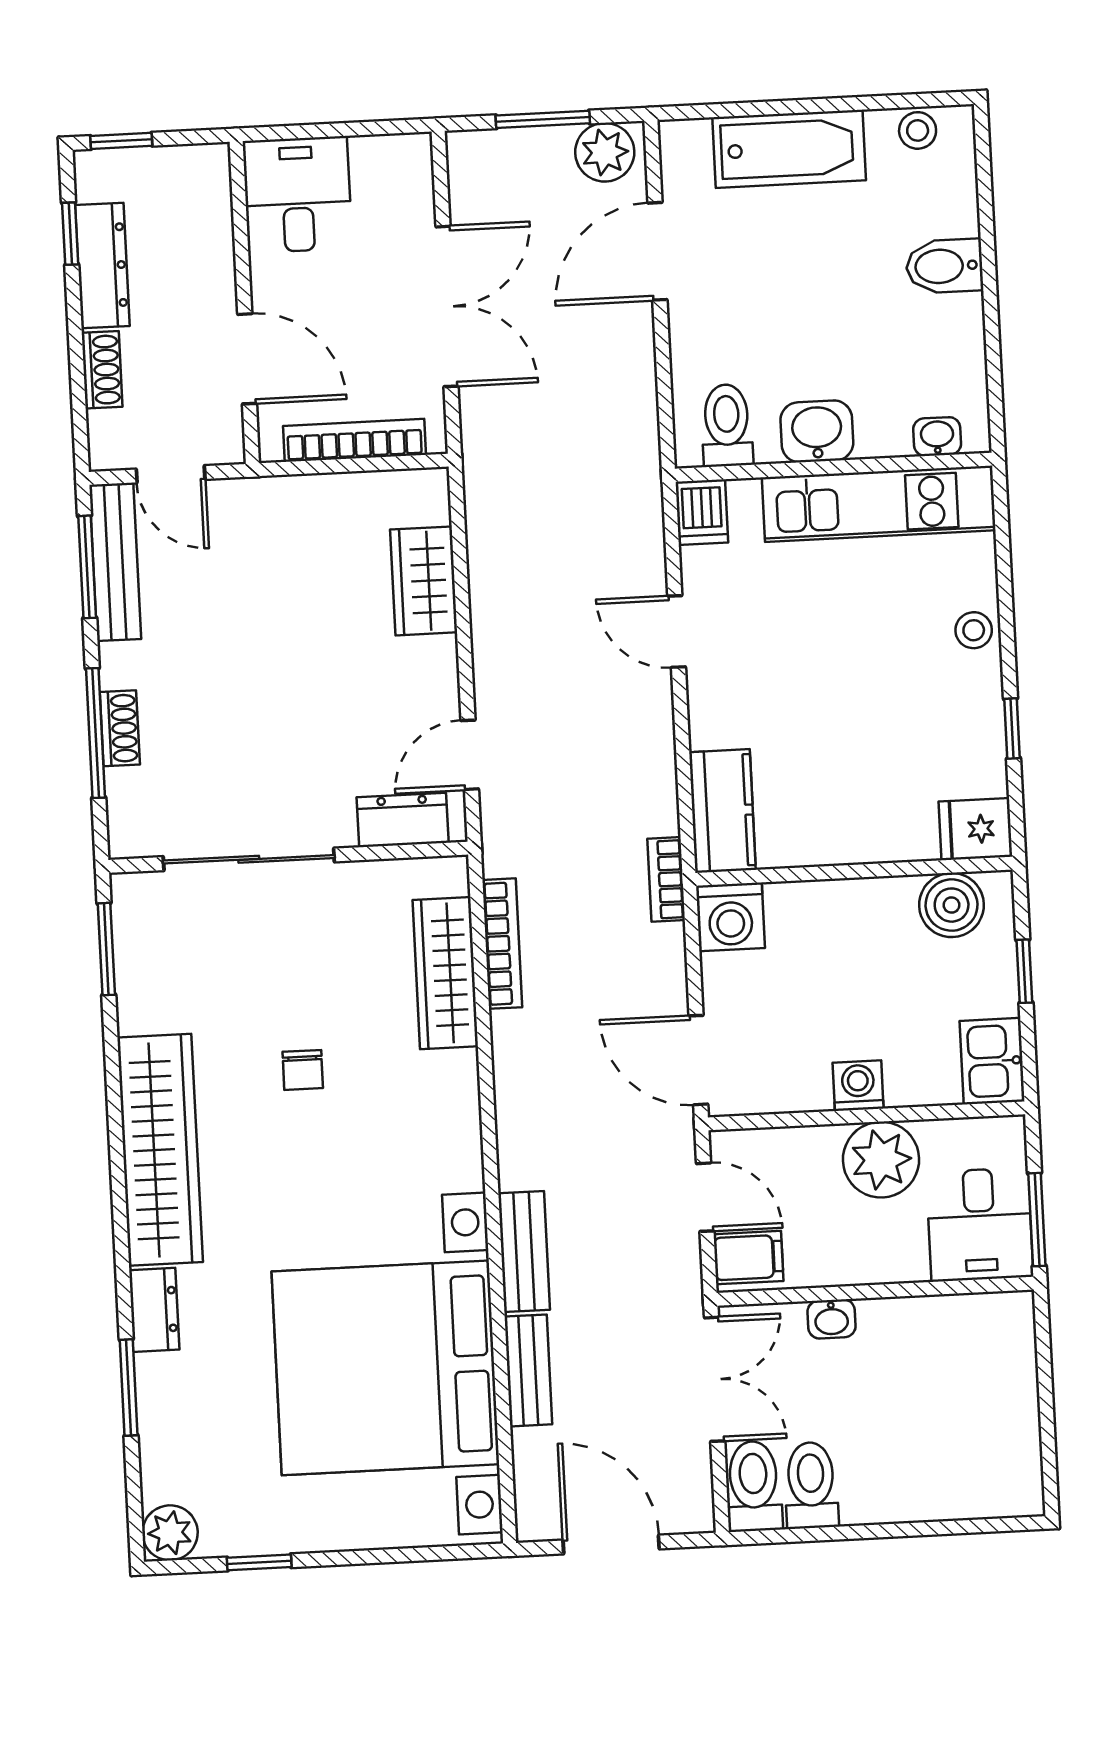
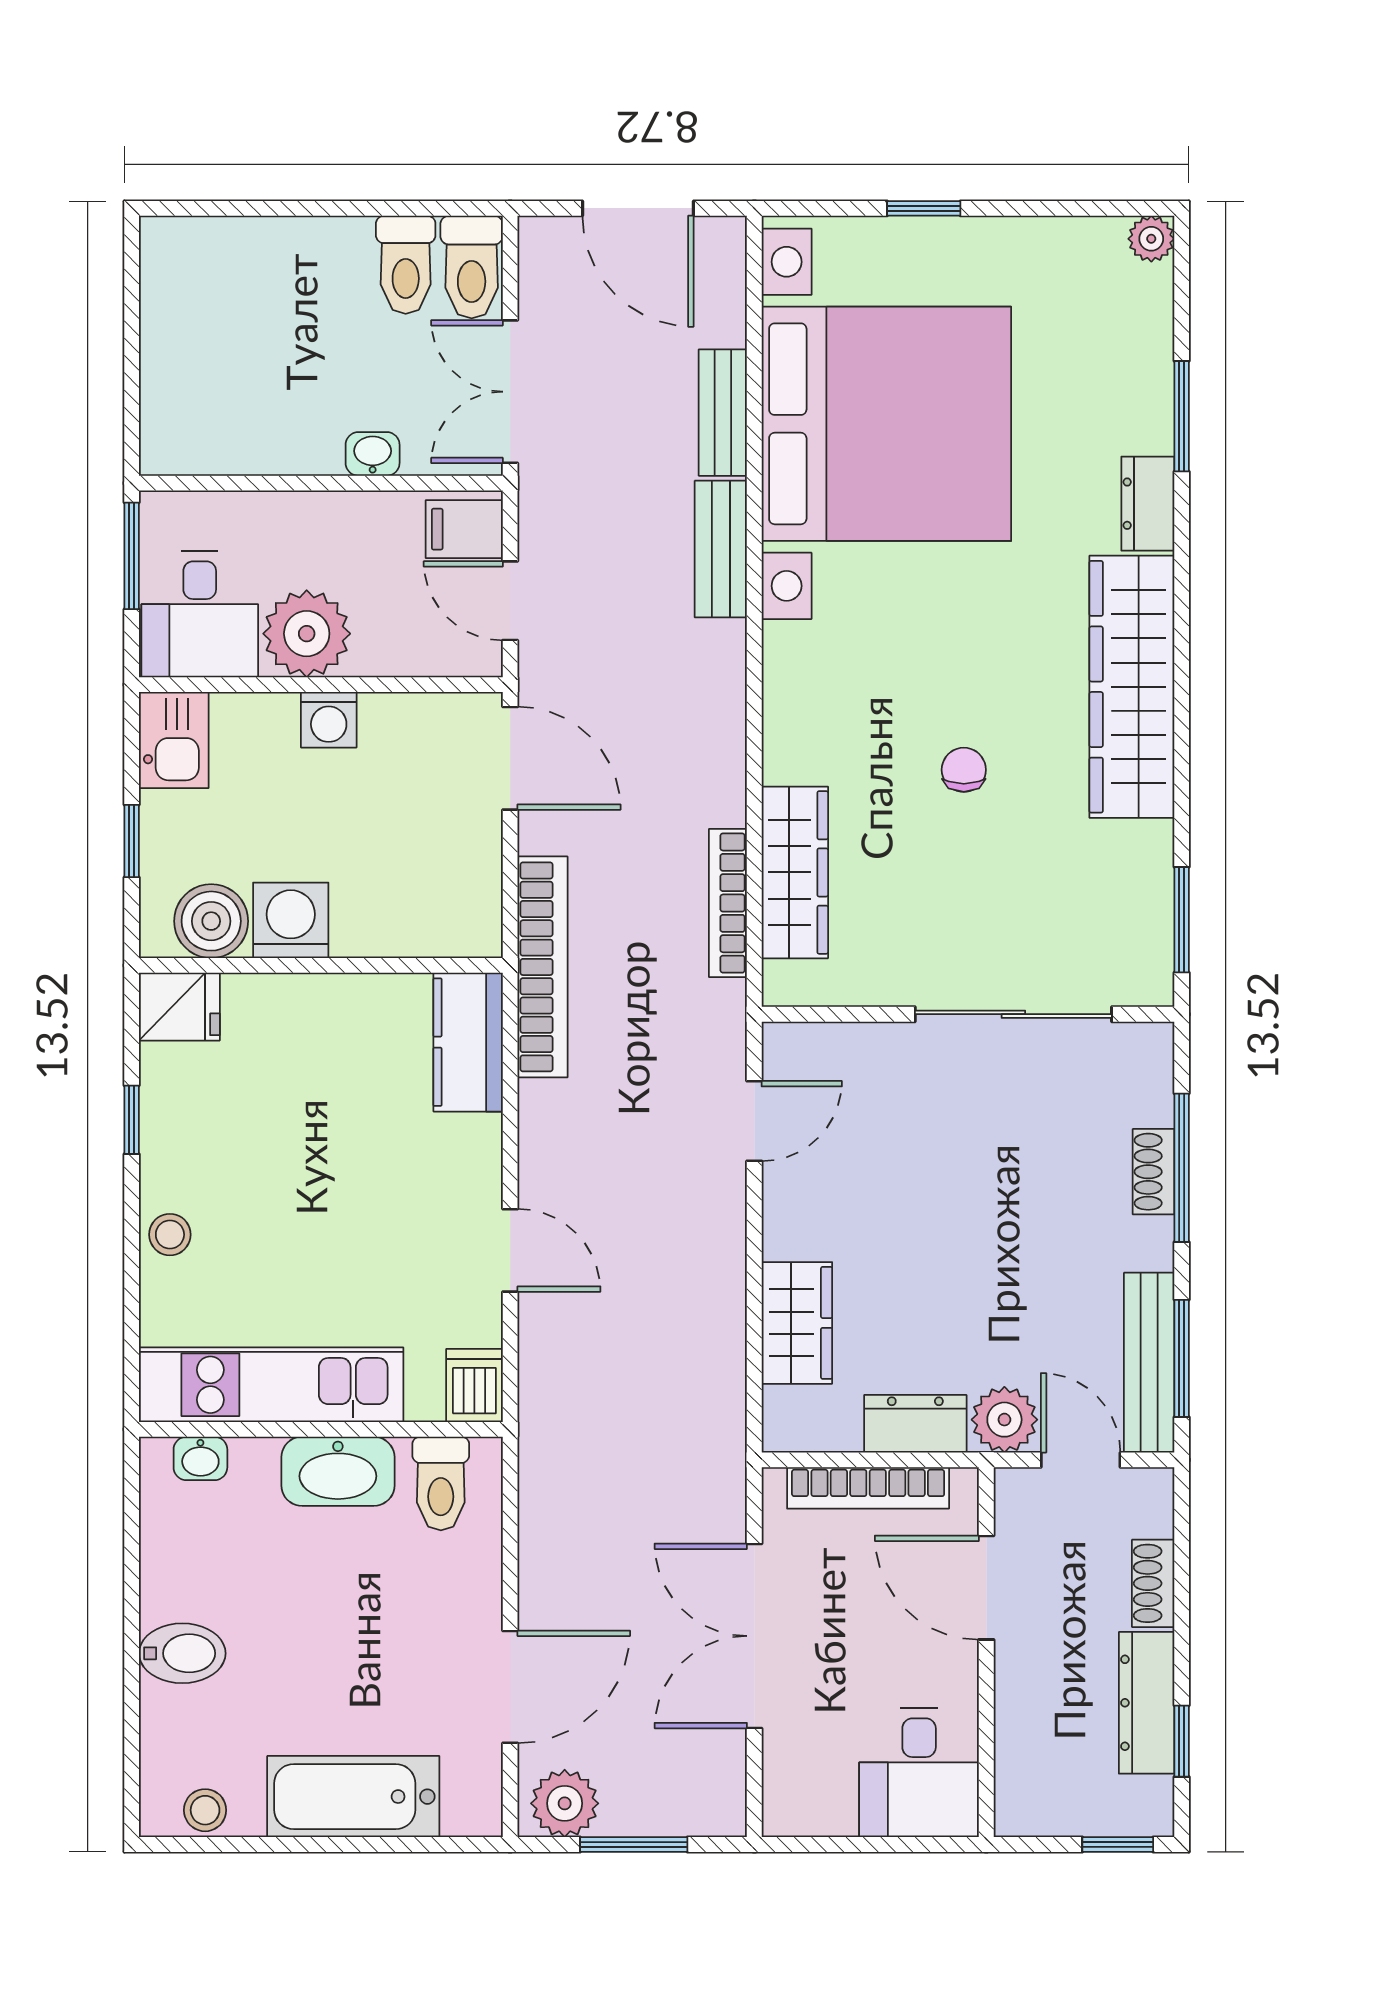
washbasin: (817, 431) -> (338, 1471), width x1.38
plant: (239, 506) -> (1004, 1420), added
dresser: (403, 820) -> (915, 1424), moved, turned 180
bookcase: (666, 879) -> (543, 967), width x2.31, depth x1.31
washing machine: (730, 917) -> (291, 920), moved
desk: (980, 1225) -> (200, 614), moved, turned 180
plant: (170, 1533) -> (1151, 239), width x0.73, depth x0.73
window: (259, 1562) -> (924, 208), moved

